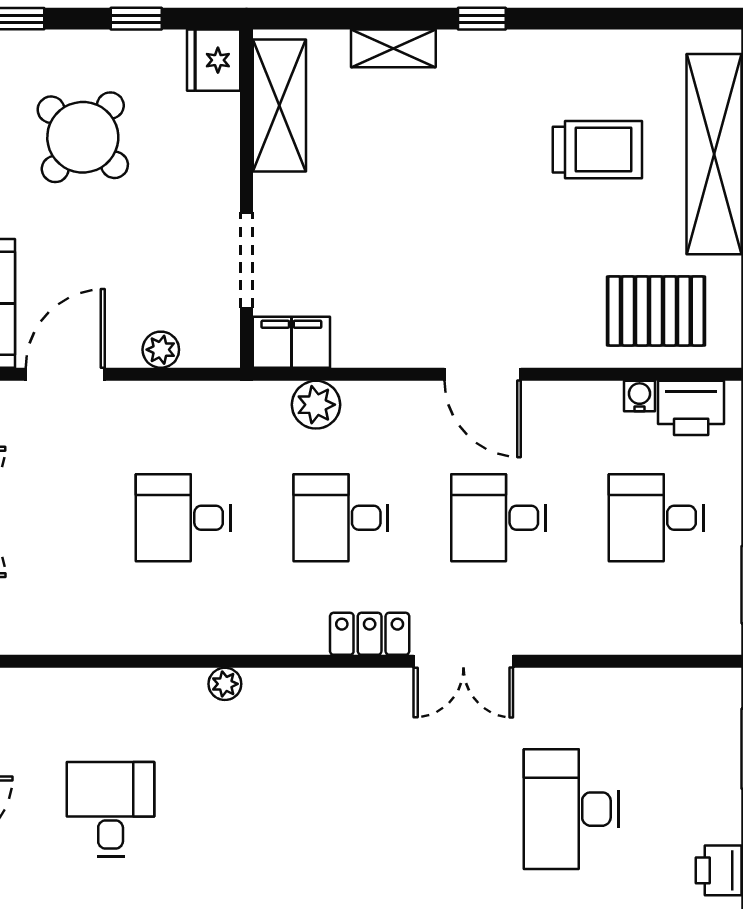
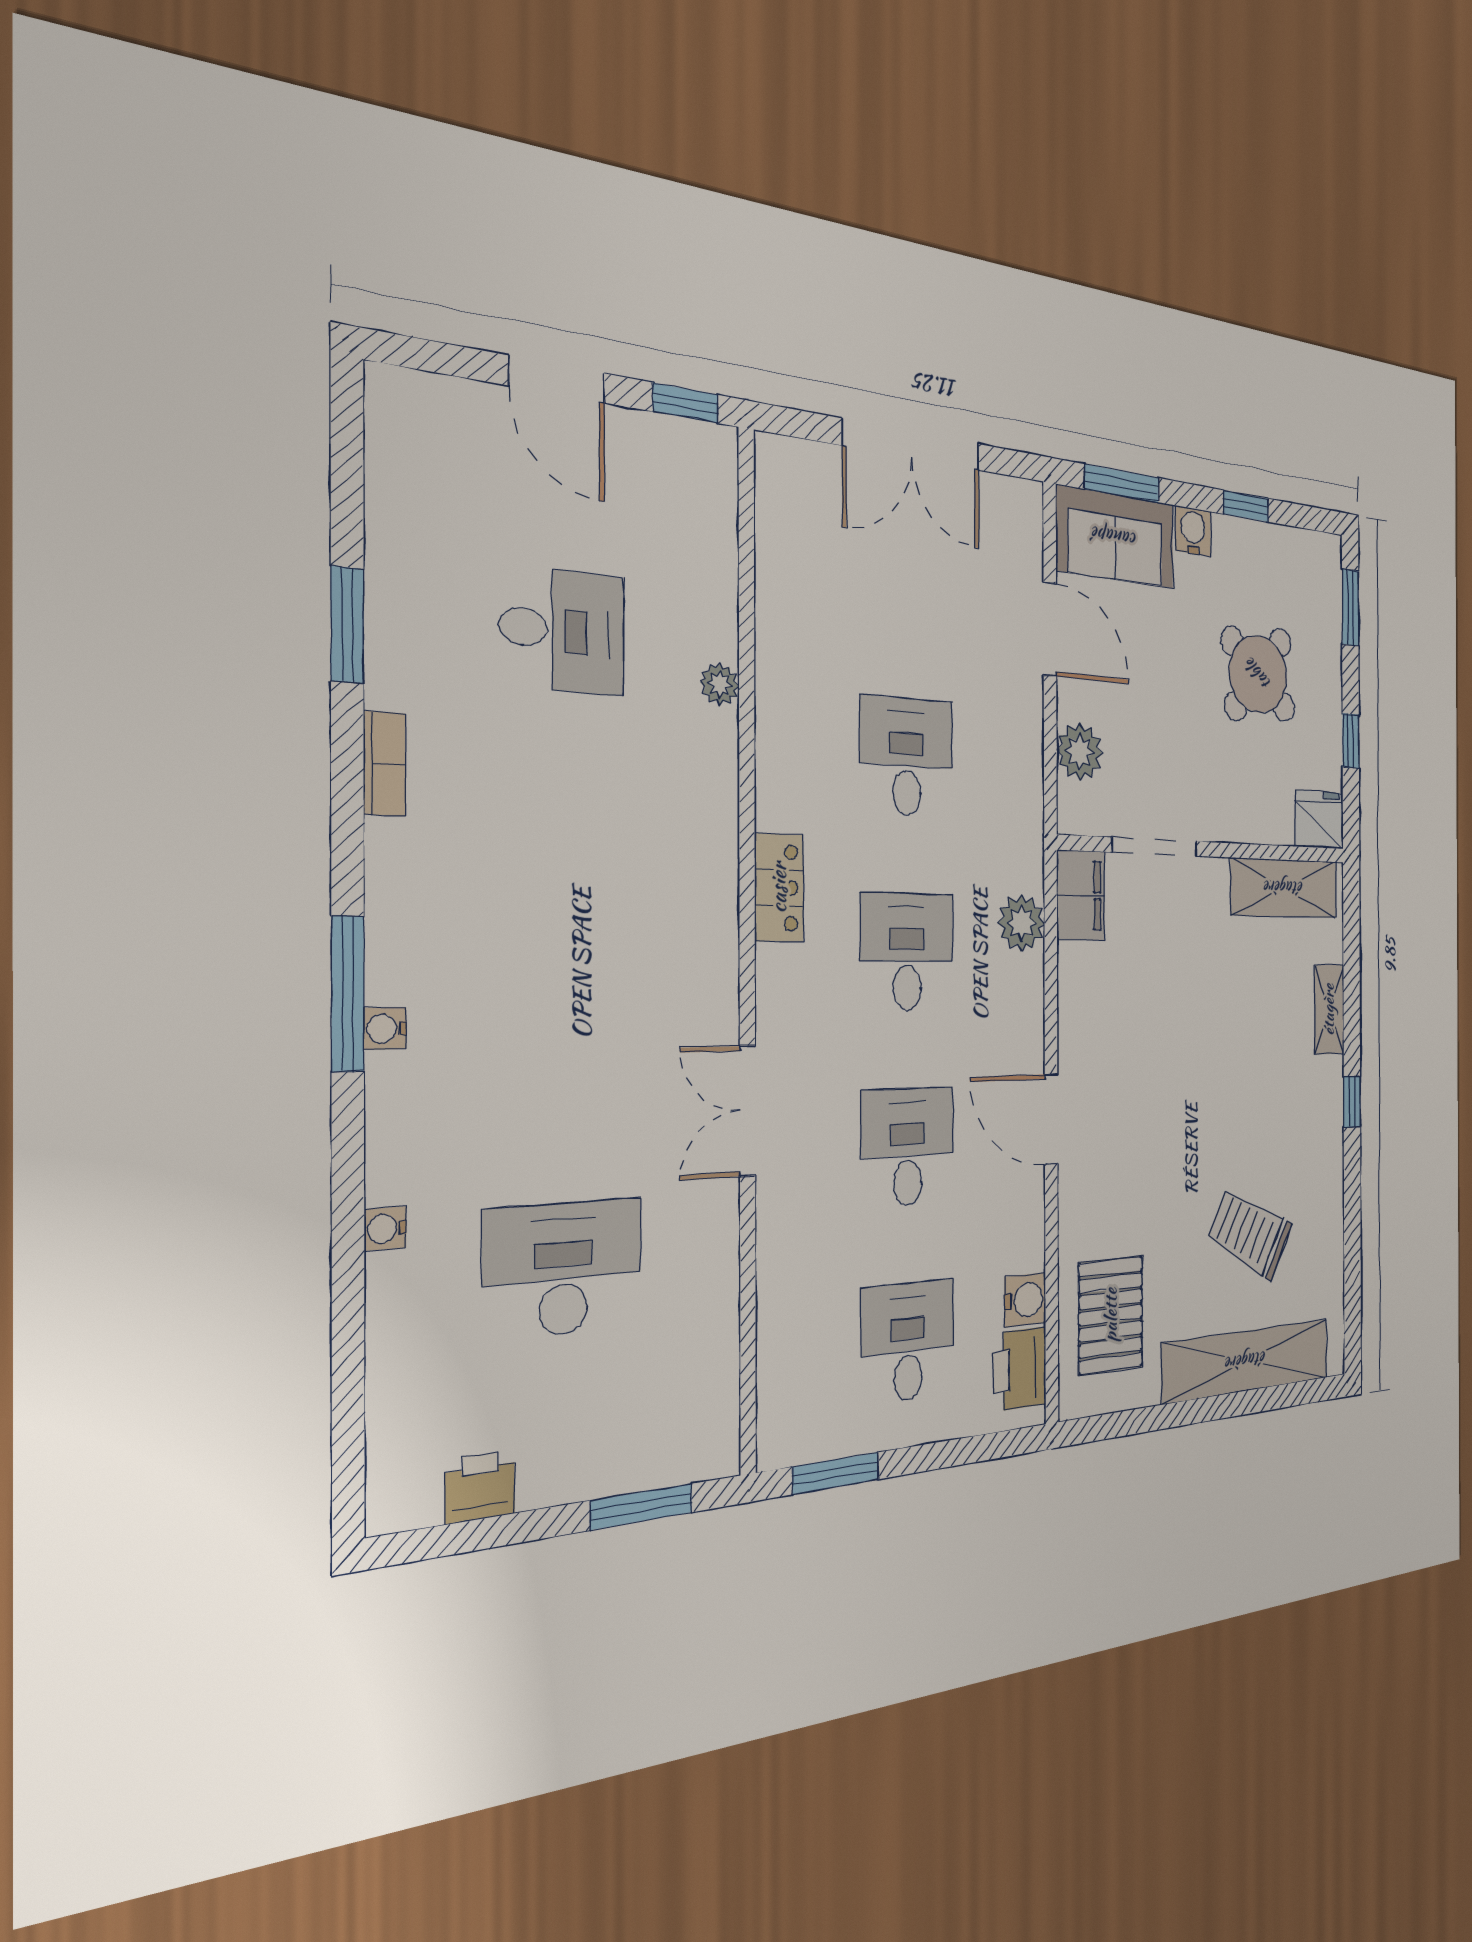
trolley: (597, 150) -> (1250, 1233), turned 118
plant: (161, 350) -> (1080, 752), width x1.38, depth x1.38
door: (483, 374) -> (1051, 1119), hinge flipped
water cooler: (639, 396) -> (1025, 1300), width x1.38, depth x1.38
locker: (370, 634) -> (779, 888), moved
plant: (225, 684) -> (720, 684), moved

